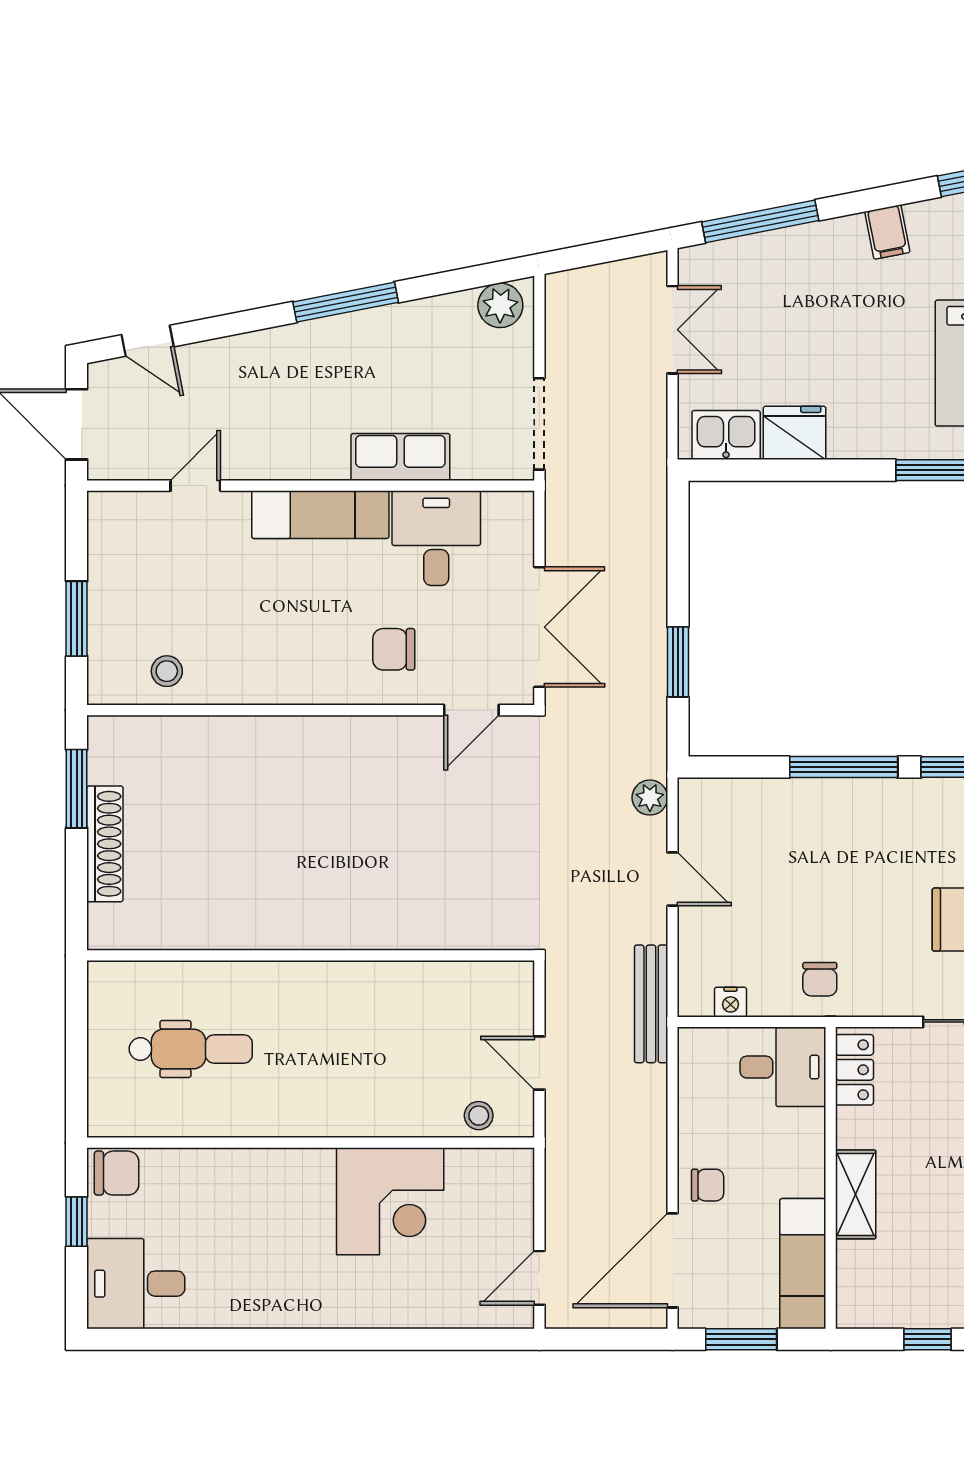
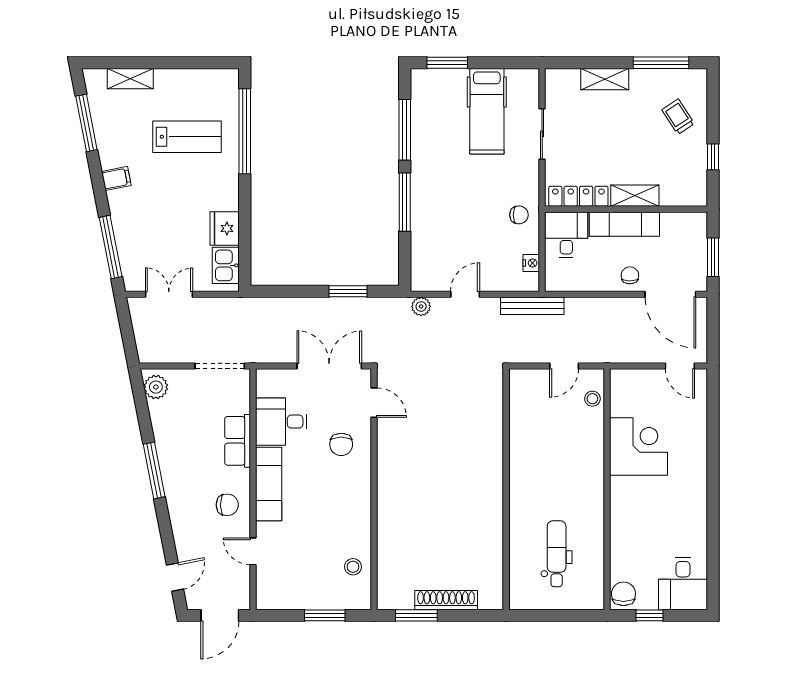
chair: (282, 438) -> (227, 505), added
locker: (854, 1070) -> (578, 196), width x1.53
exam couch: (803, 1264) -> (624, 224), moved

